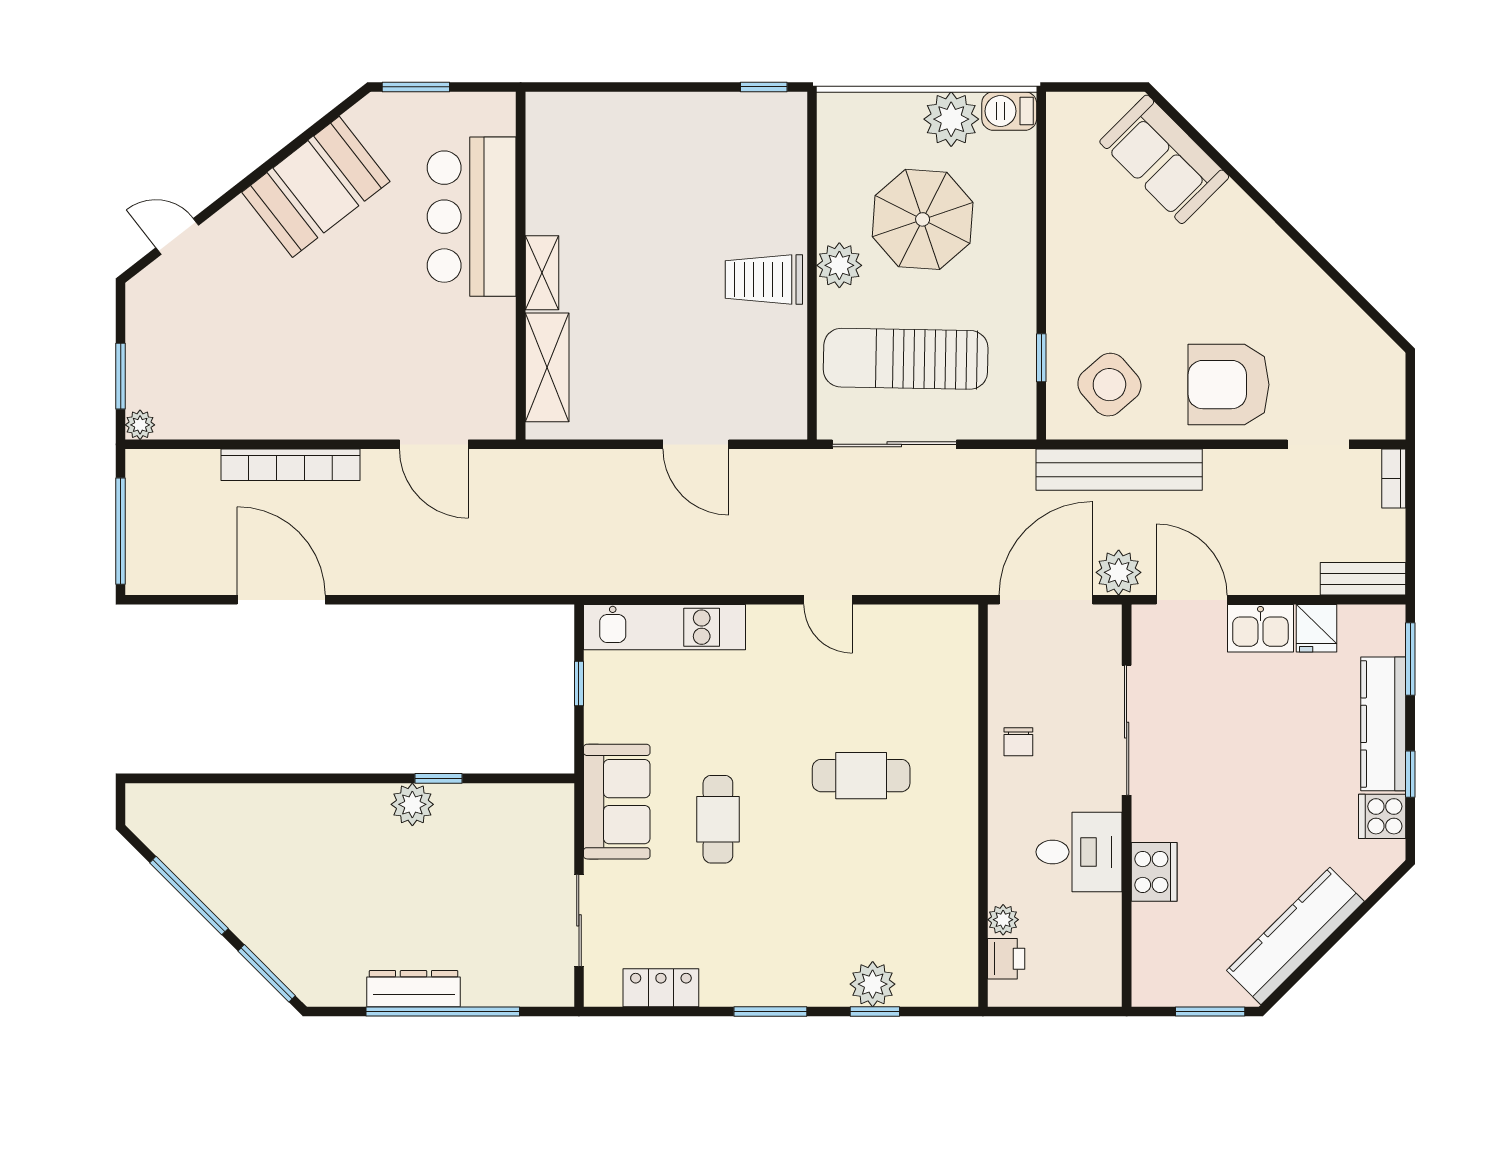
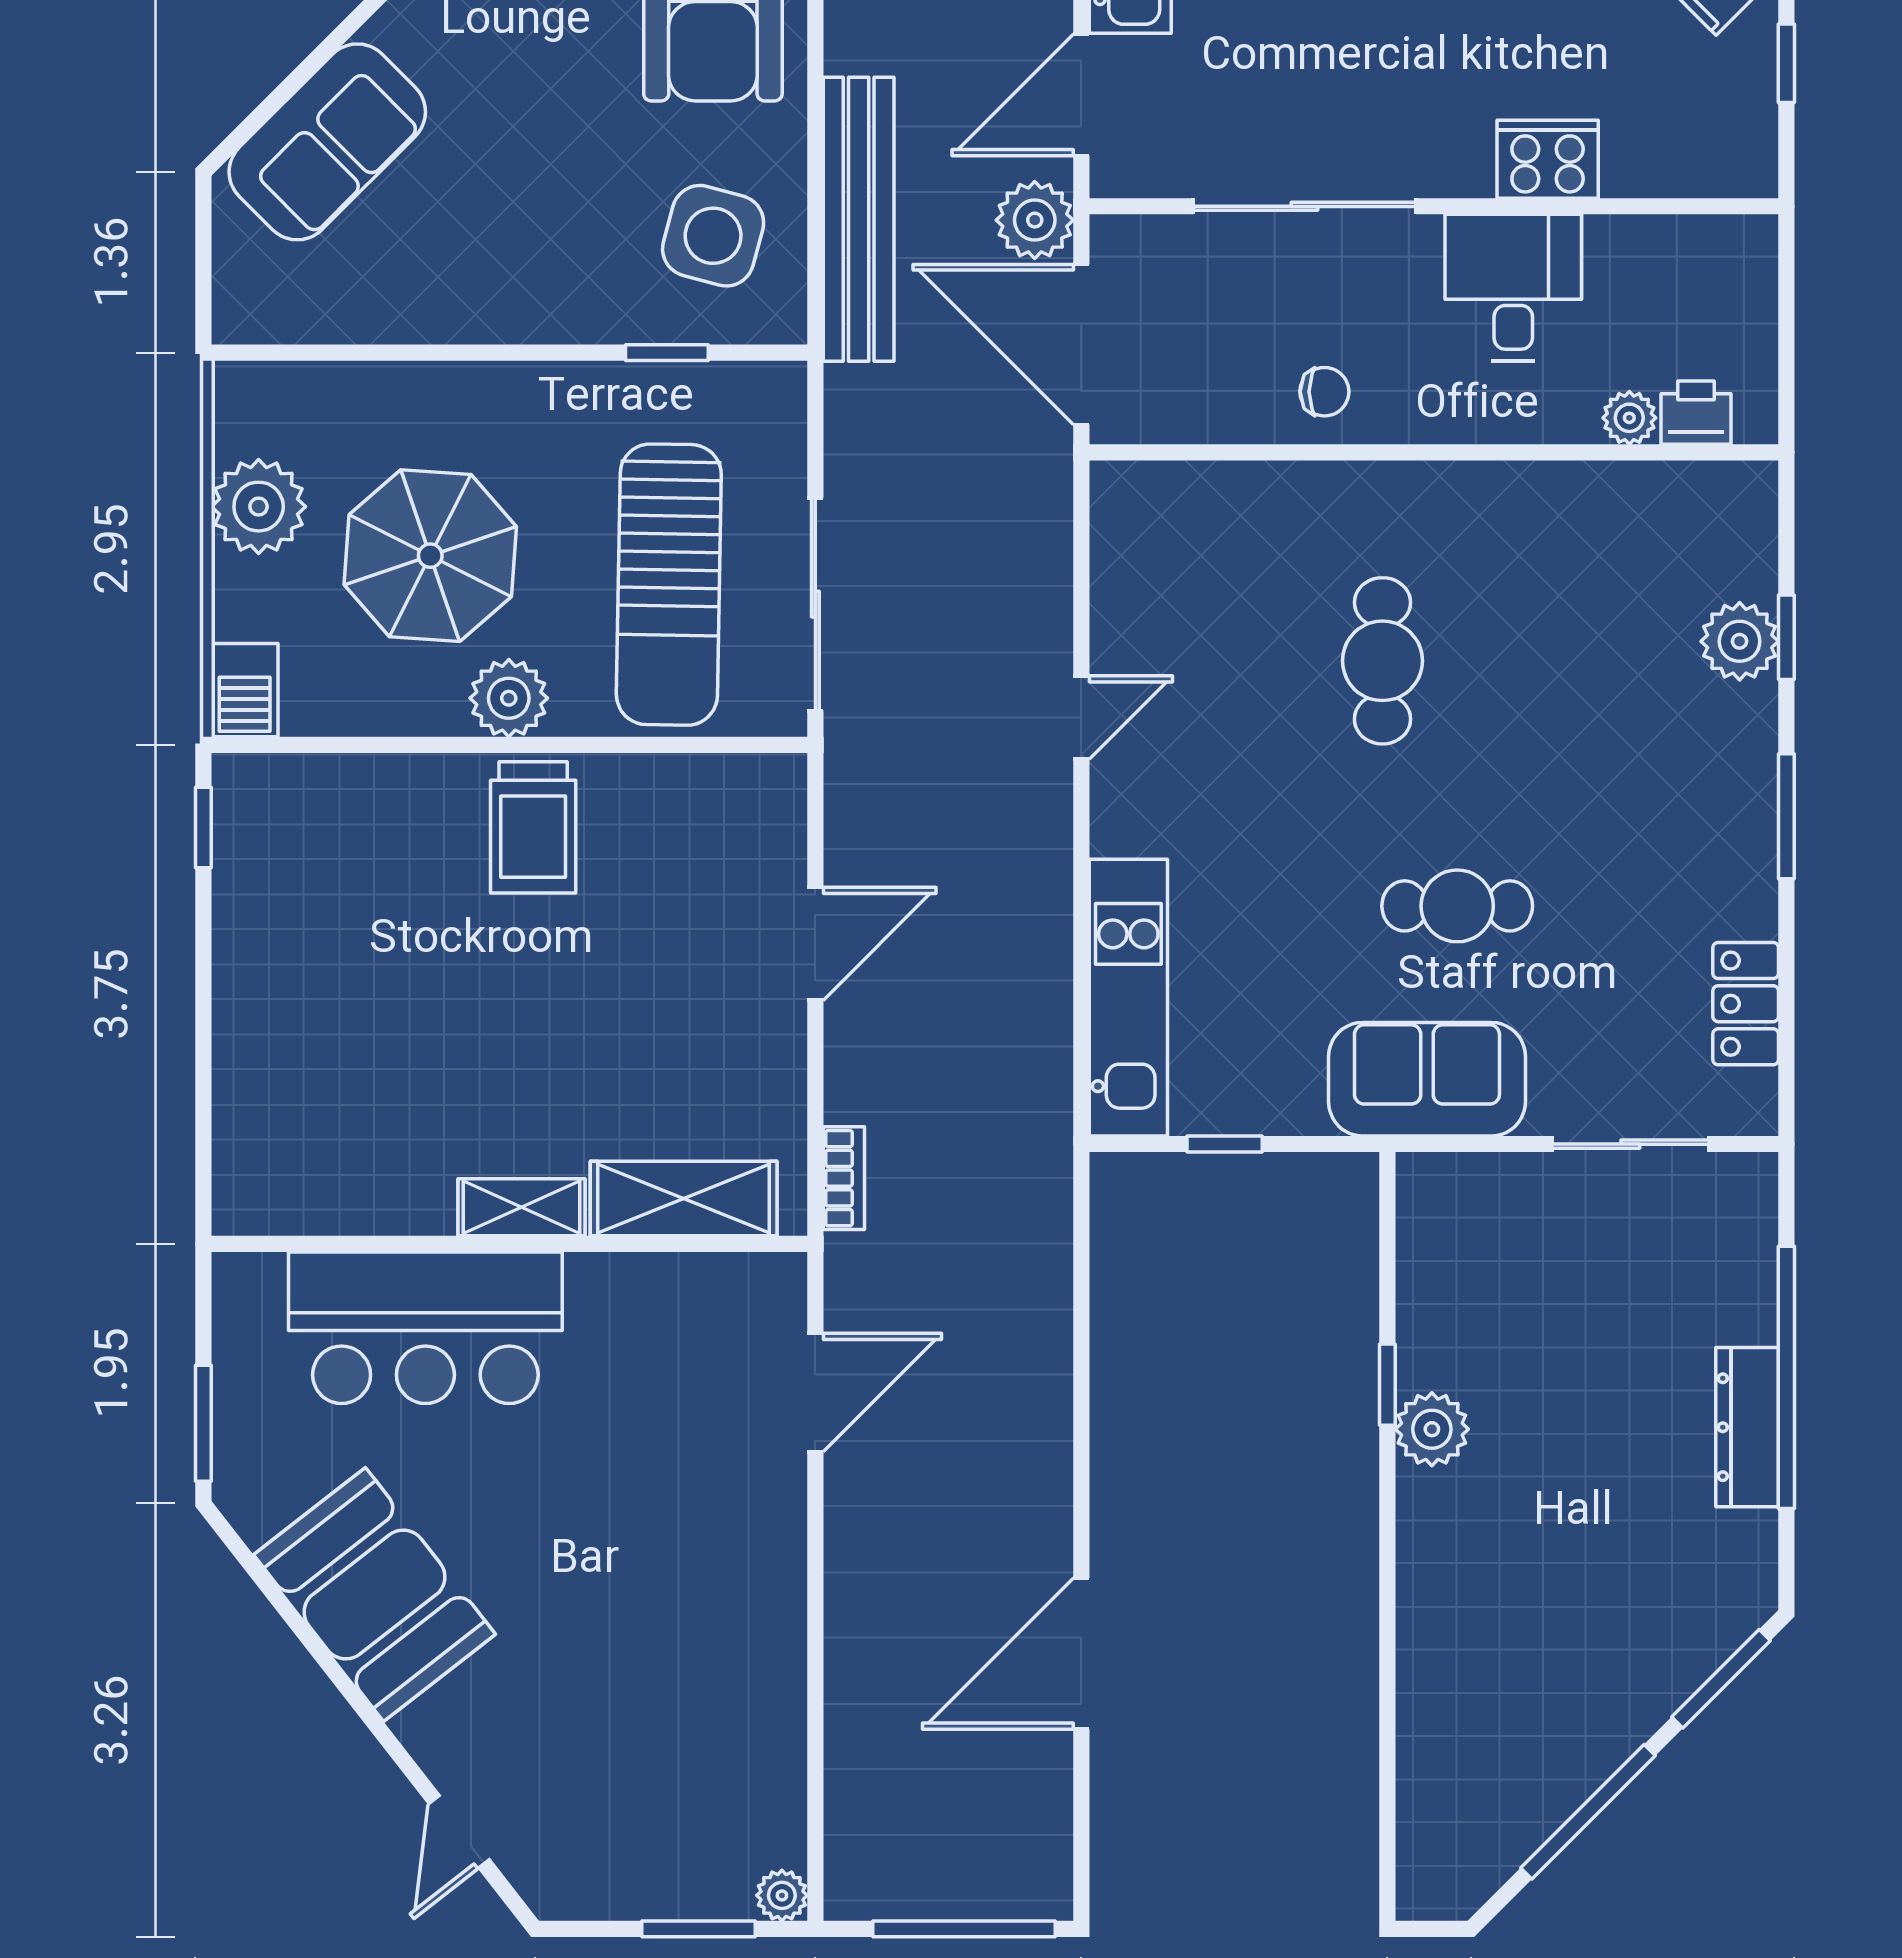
barbecue: (1009, 111) -> (245, 690), moved
side table: (1109, 385) -> (713, 236), turned -34
bookcase: (290, 465) -> (844, 1178), moved, width x0.43, depth x0.76
window: (1210, 1011) -> (1786, 63), width x0.67

